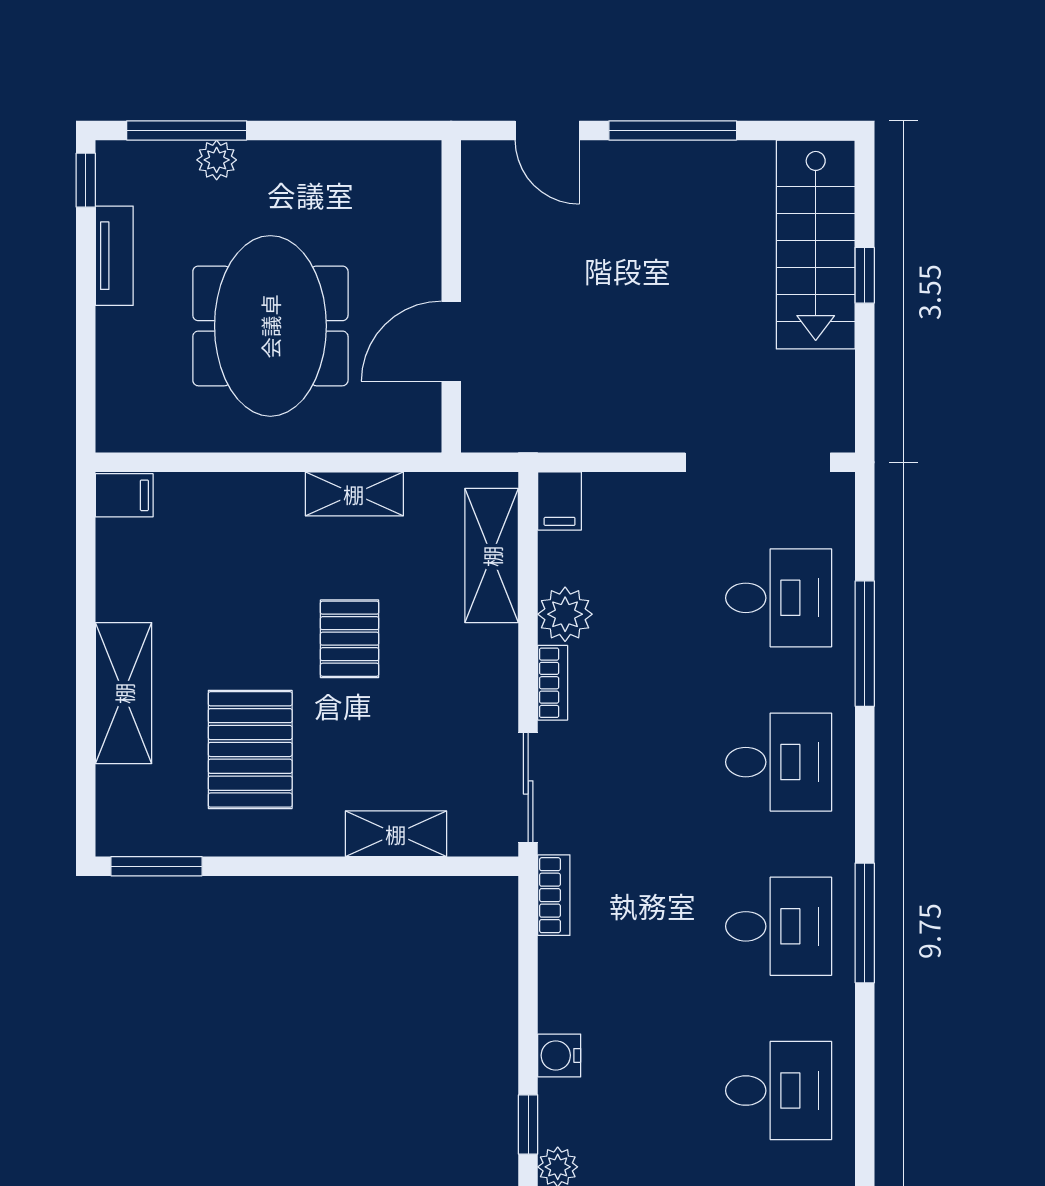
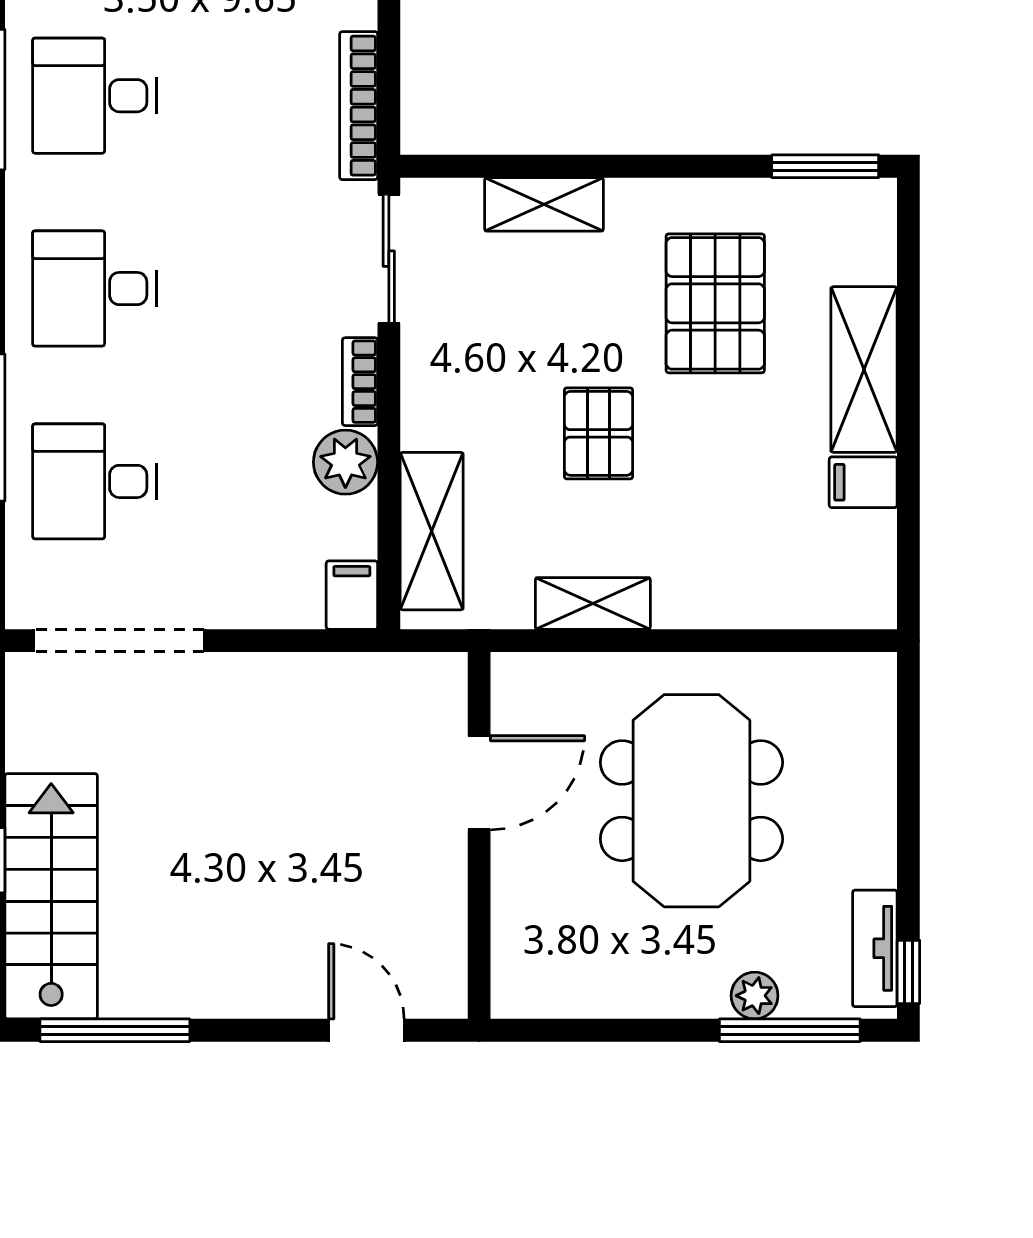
window: (673, 130) -> (115, 1030), moved
tv unit: (114, 256) -> (875, 948), moved
filing cabinet: (124, 495) -> (863, 482), moved
bookcase: (554, 895) -> (359, 106), width x1.56

